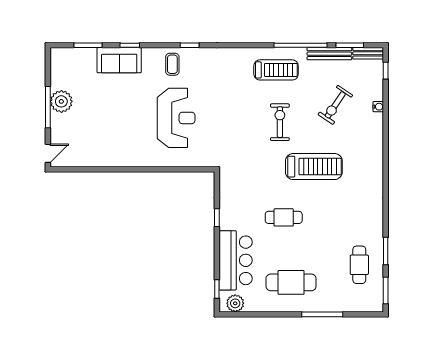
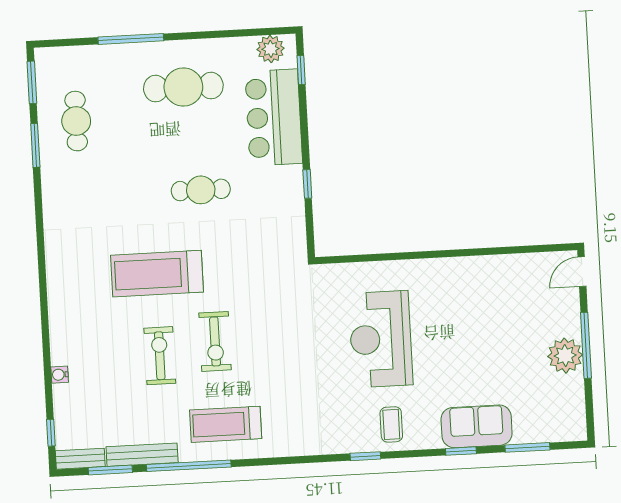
exercise bike: (335, 105) -> (160, 356), moved, turned -34

